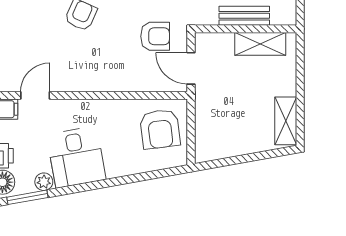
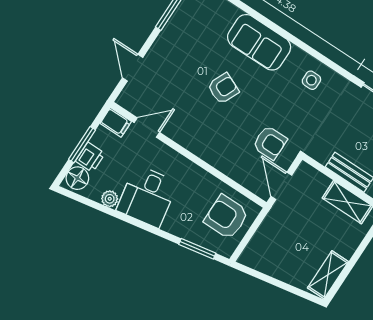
armchair: (160, 129) -> (226, 217), turned 97
window: (27, 197) -> (197, 249), moved

